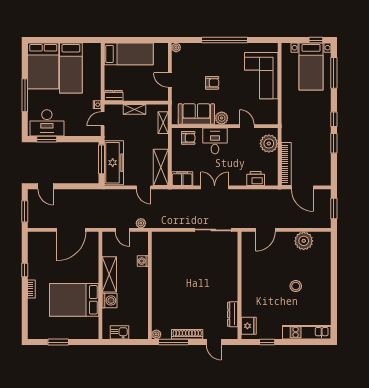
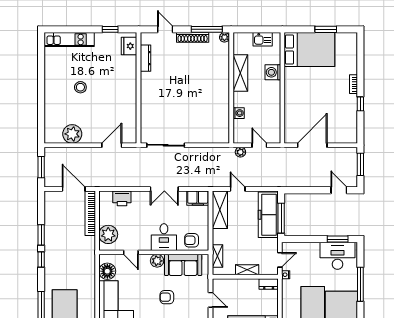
floor lamp: (270, 108) -> (107, 271), added
shelving: (109, 274) -> (240, 73), moved
bed: (74, 300) -> (309, 49), moved

